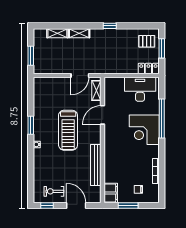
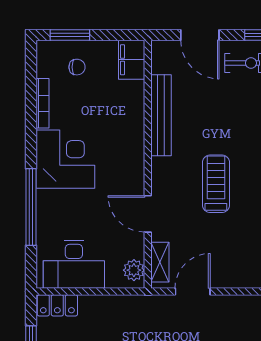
plant: (110, 86) -> (134, 270), added
door: (103, 115) -> (148, 214), swing flipped
treadmill: (68, 130) -> (216, 184), width x0.73, depth x0.73
corner desk: (144, 130) -> (65, 159), moved
window: (128, 206) -> (70, 35), moved

